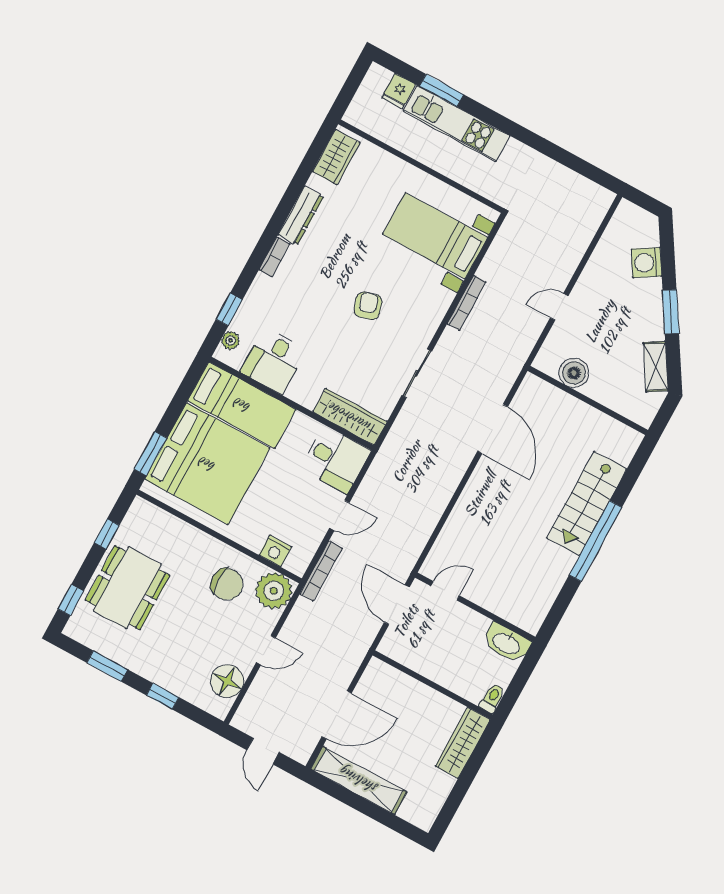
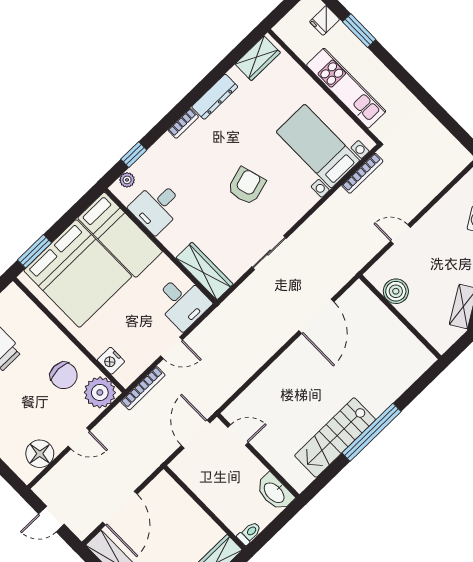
kitchen unit: (457, 124) -> (346, 88), moved, turned 180
bookcase: (467, 303) -> (362, 173), moved
armchair: (368, 306) -> (246, 186), width x1.38, depth x1.38
stairs: (587, 504) -> (335, 437), moved
door: (337, 715) -> (120, 508), hinge flipped
door: (263, 751) -> (51, 519), hinge flipped

